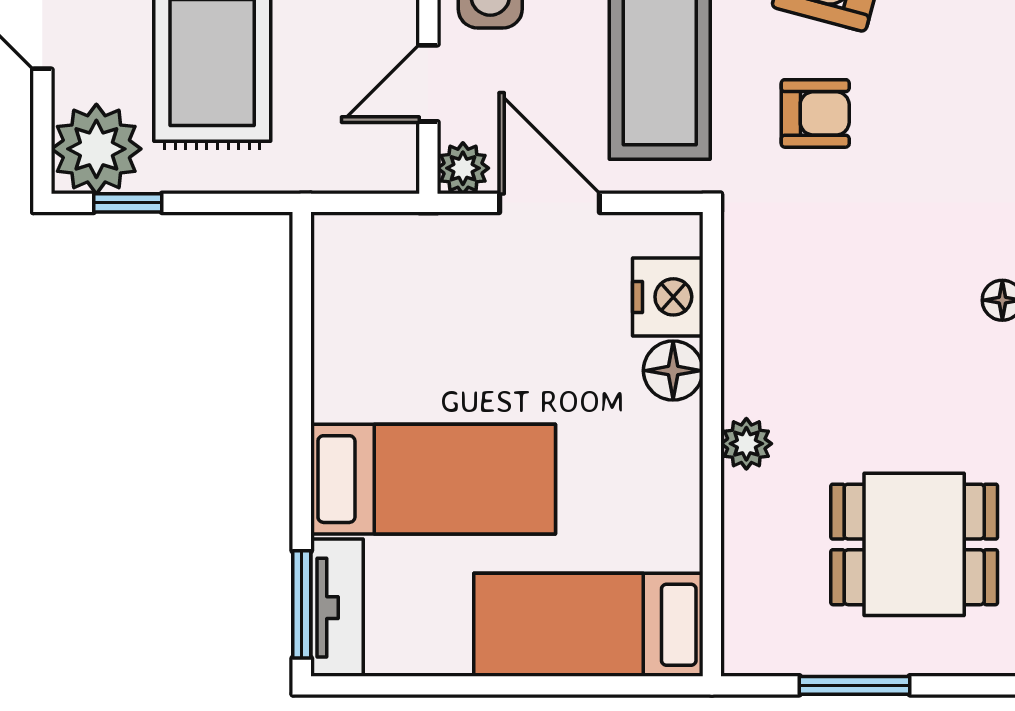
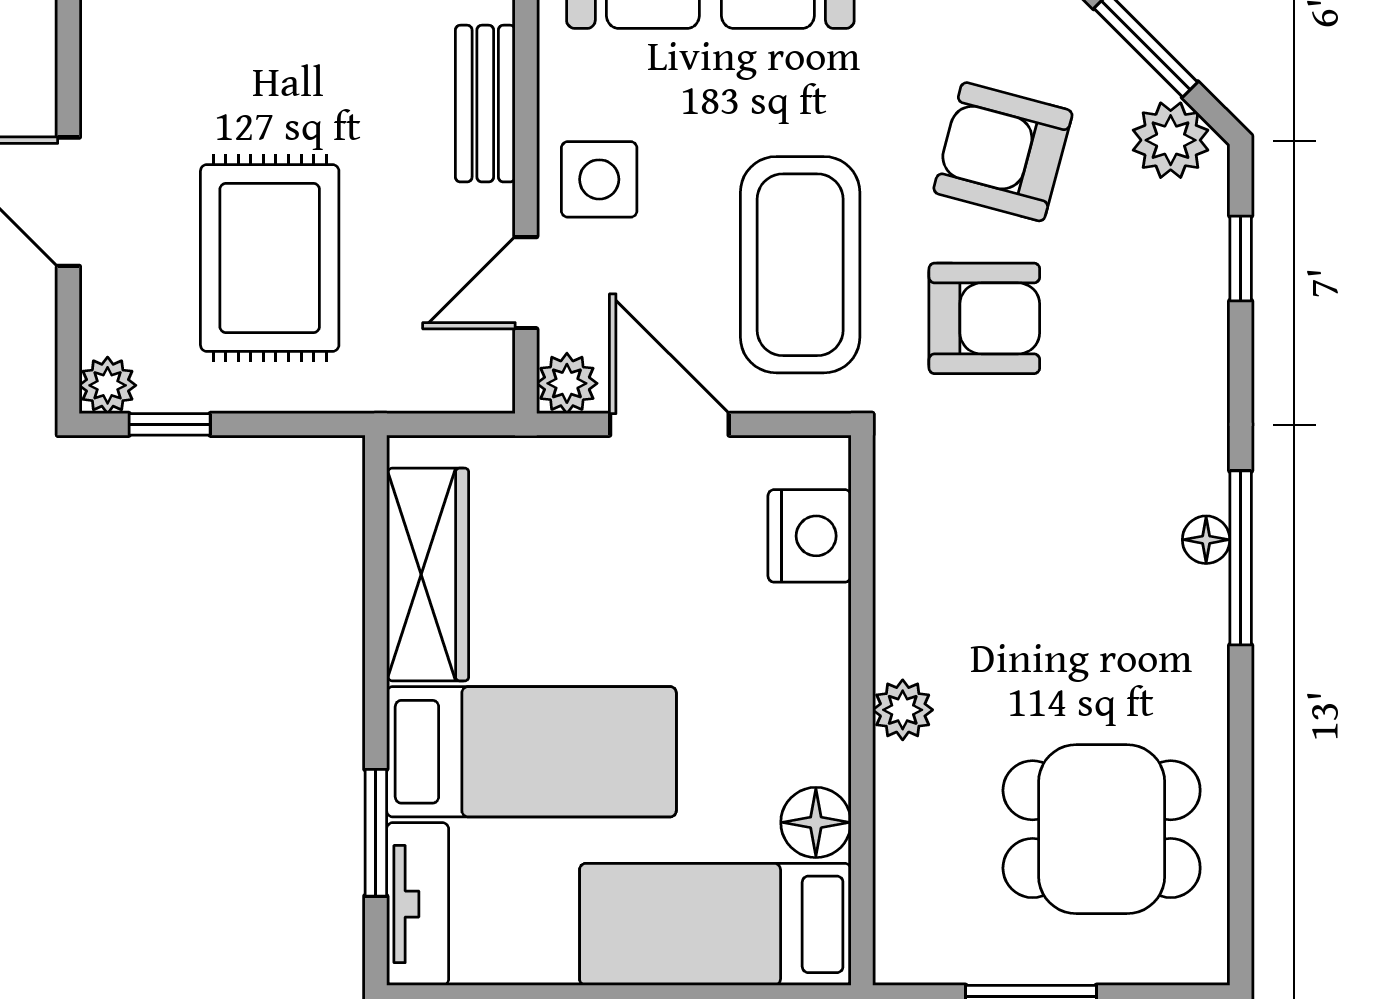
armchair: (815, 113) -> (984, 318), width x1.38, depth x1.38
plant: (96, 149) -> (108, 385), width x0.53, depth x0.53
wardrobe: (345, 330) -> (428, 575), added
floor lamp: (673, 371) -> (816, 822), moved
window: (302, 604) -> (376, 833), moved

